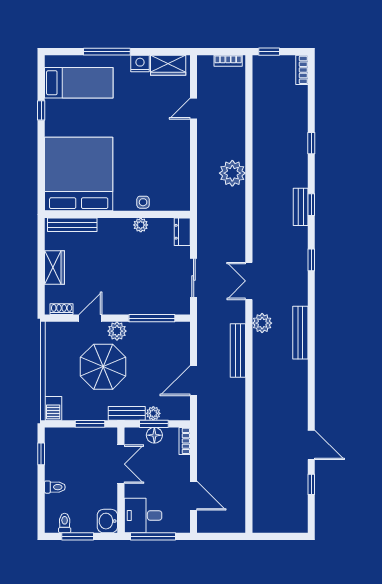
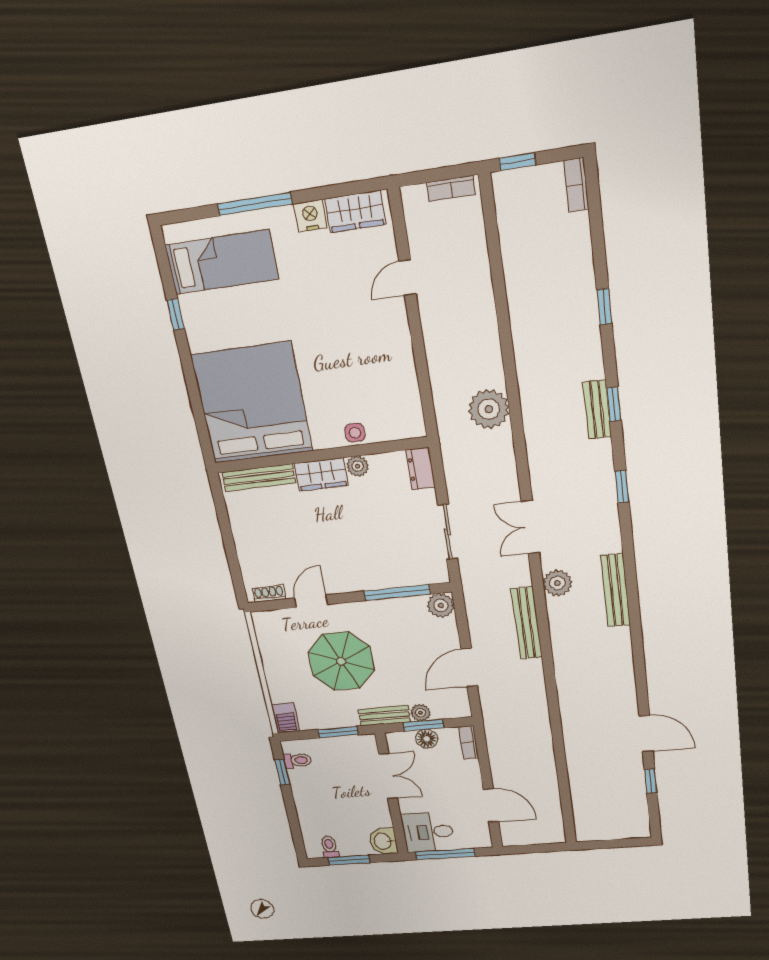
plant: (232, 173) -> (489, 409), moved
wardrobe: (54, 268) -> (321, 474), moved, turned 90
plant: (117, 331) -> (441, 605), moved
toilet: (55, 487) -> (298, 760), moved

